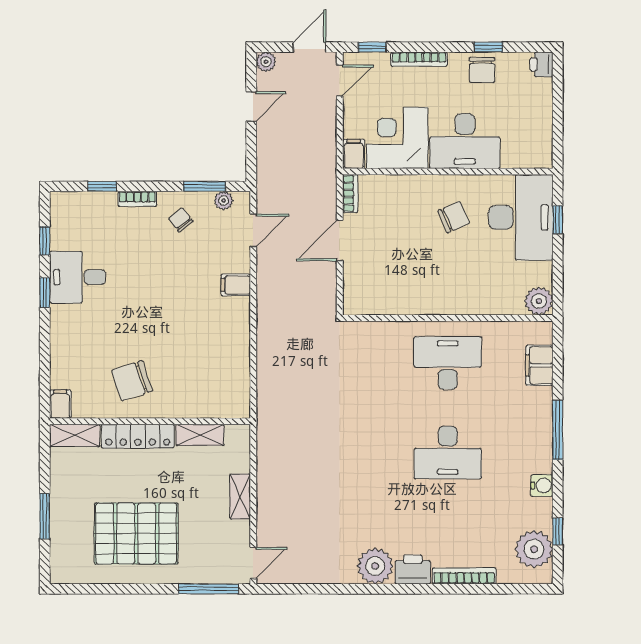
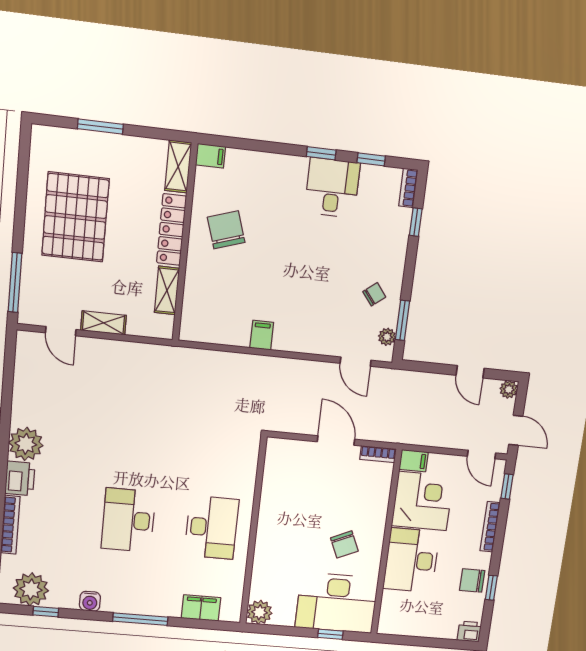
bookcase: (137, 199) -> (408, 188), moved
filing cabinet: (236, 285) -> (262, 335), moved
door: (253, 563) -> (61, 331), moved

